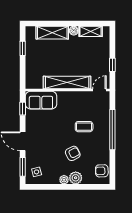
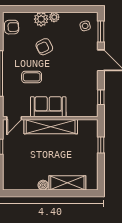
shelving: (91, 31) -> (24, 184), removed
window: (23, 48) -> (101, 145), moved
sofa: (41, 100) -> (48, 107), moved

